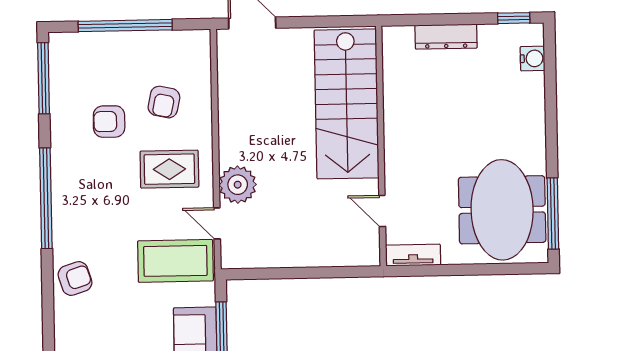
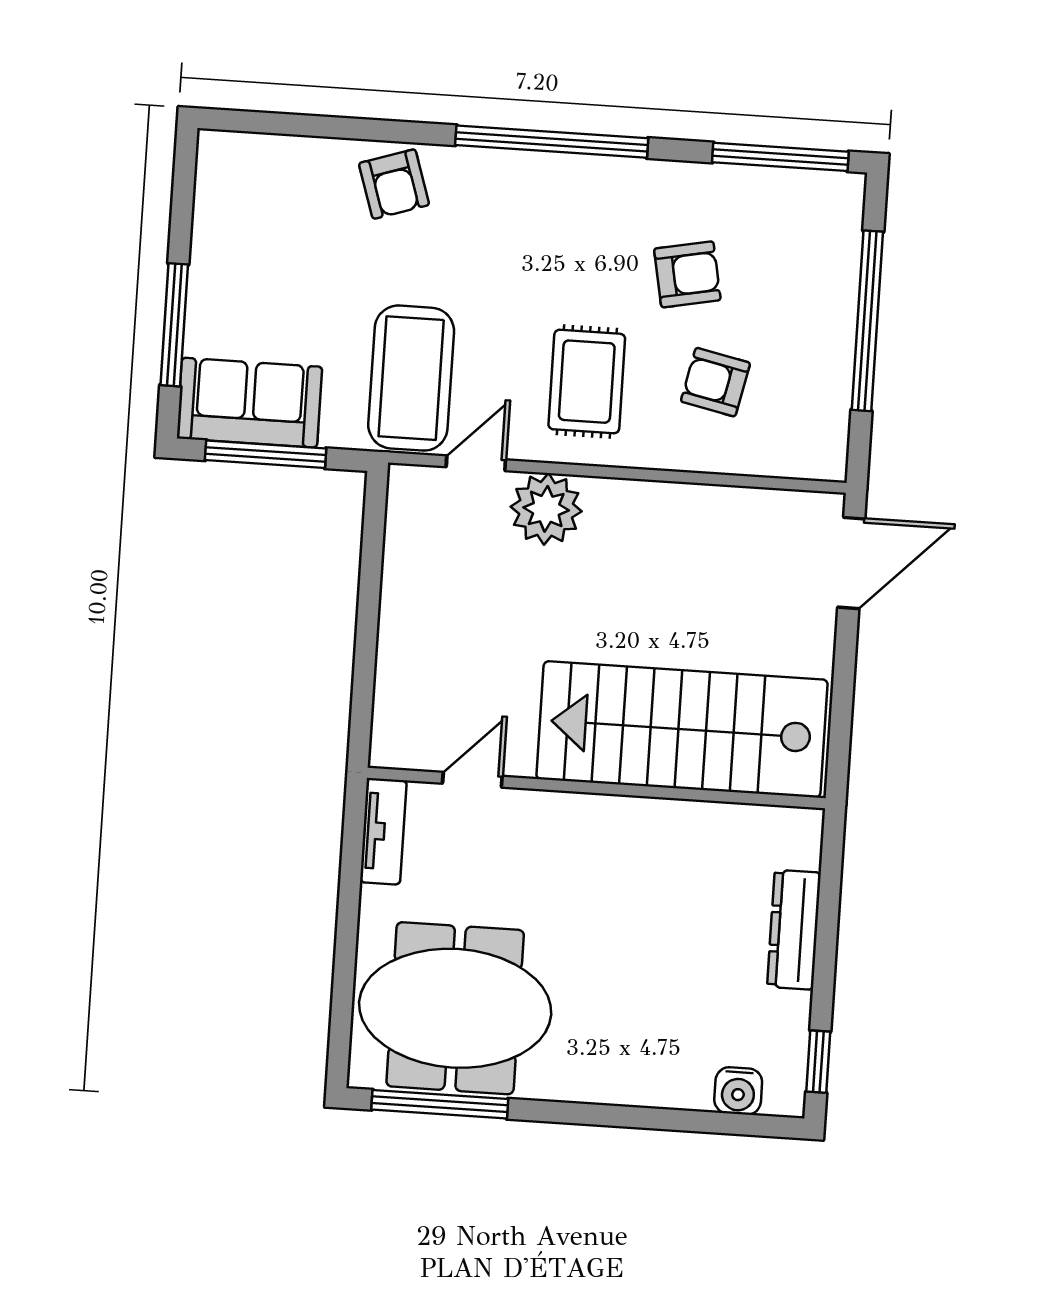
armchair: (109, 122) -> (687, 274), turned 79

